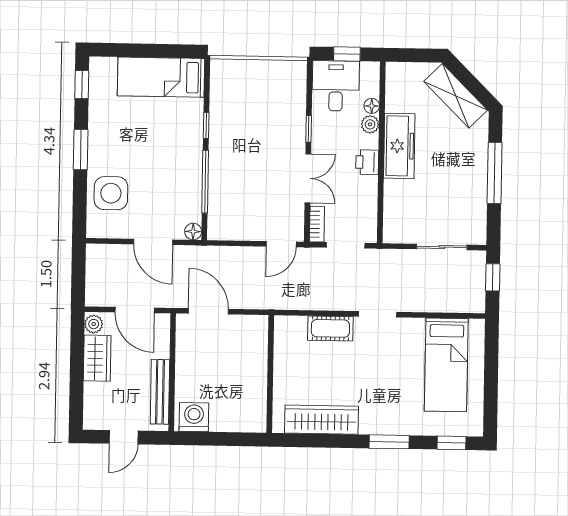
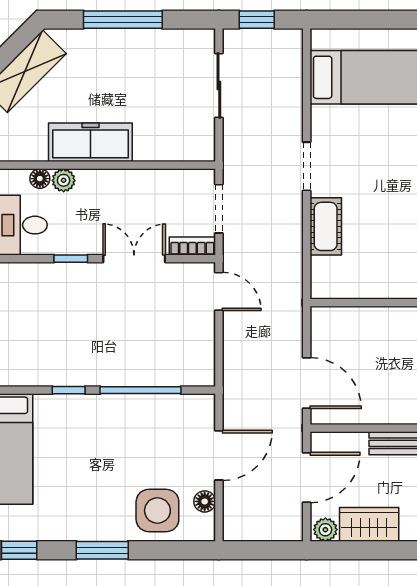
printer: (367, 162) -> (112, 183), removed
floor lamp: (193, 231) -> (205, 501), moved
door: (208, 311) -> (307, 383), swing flipped

